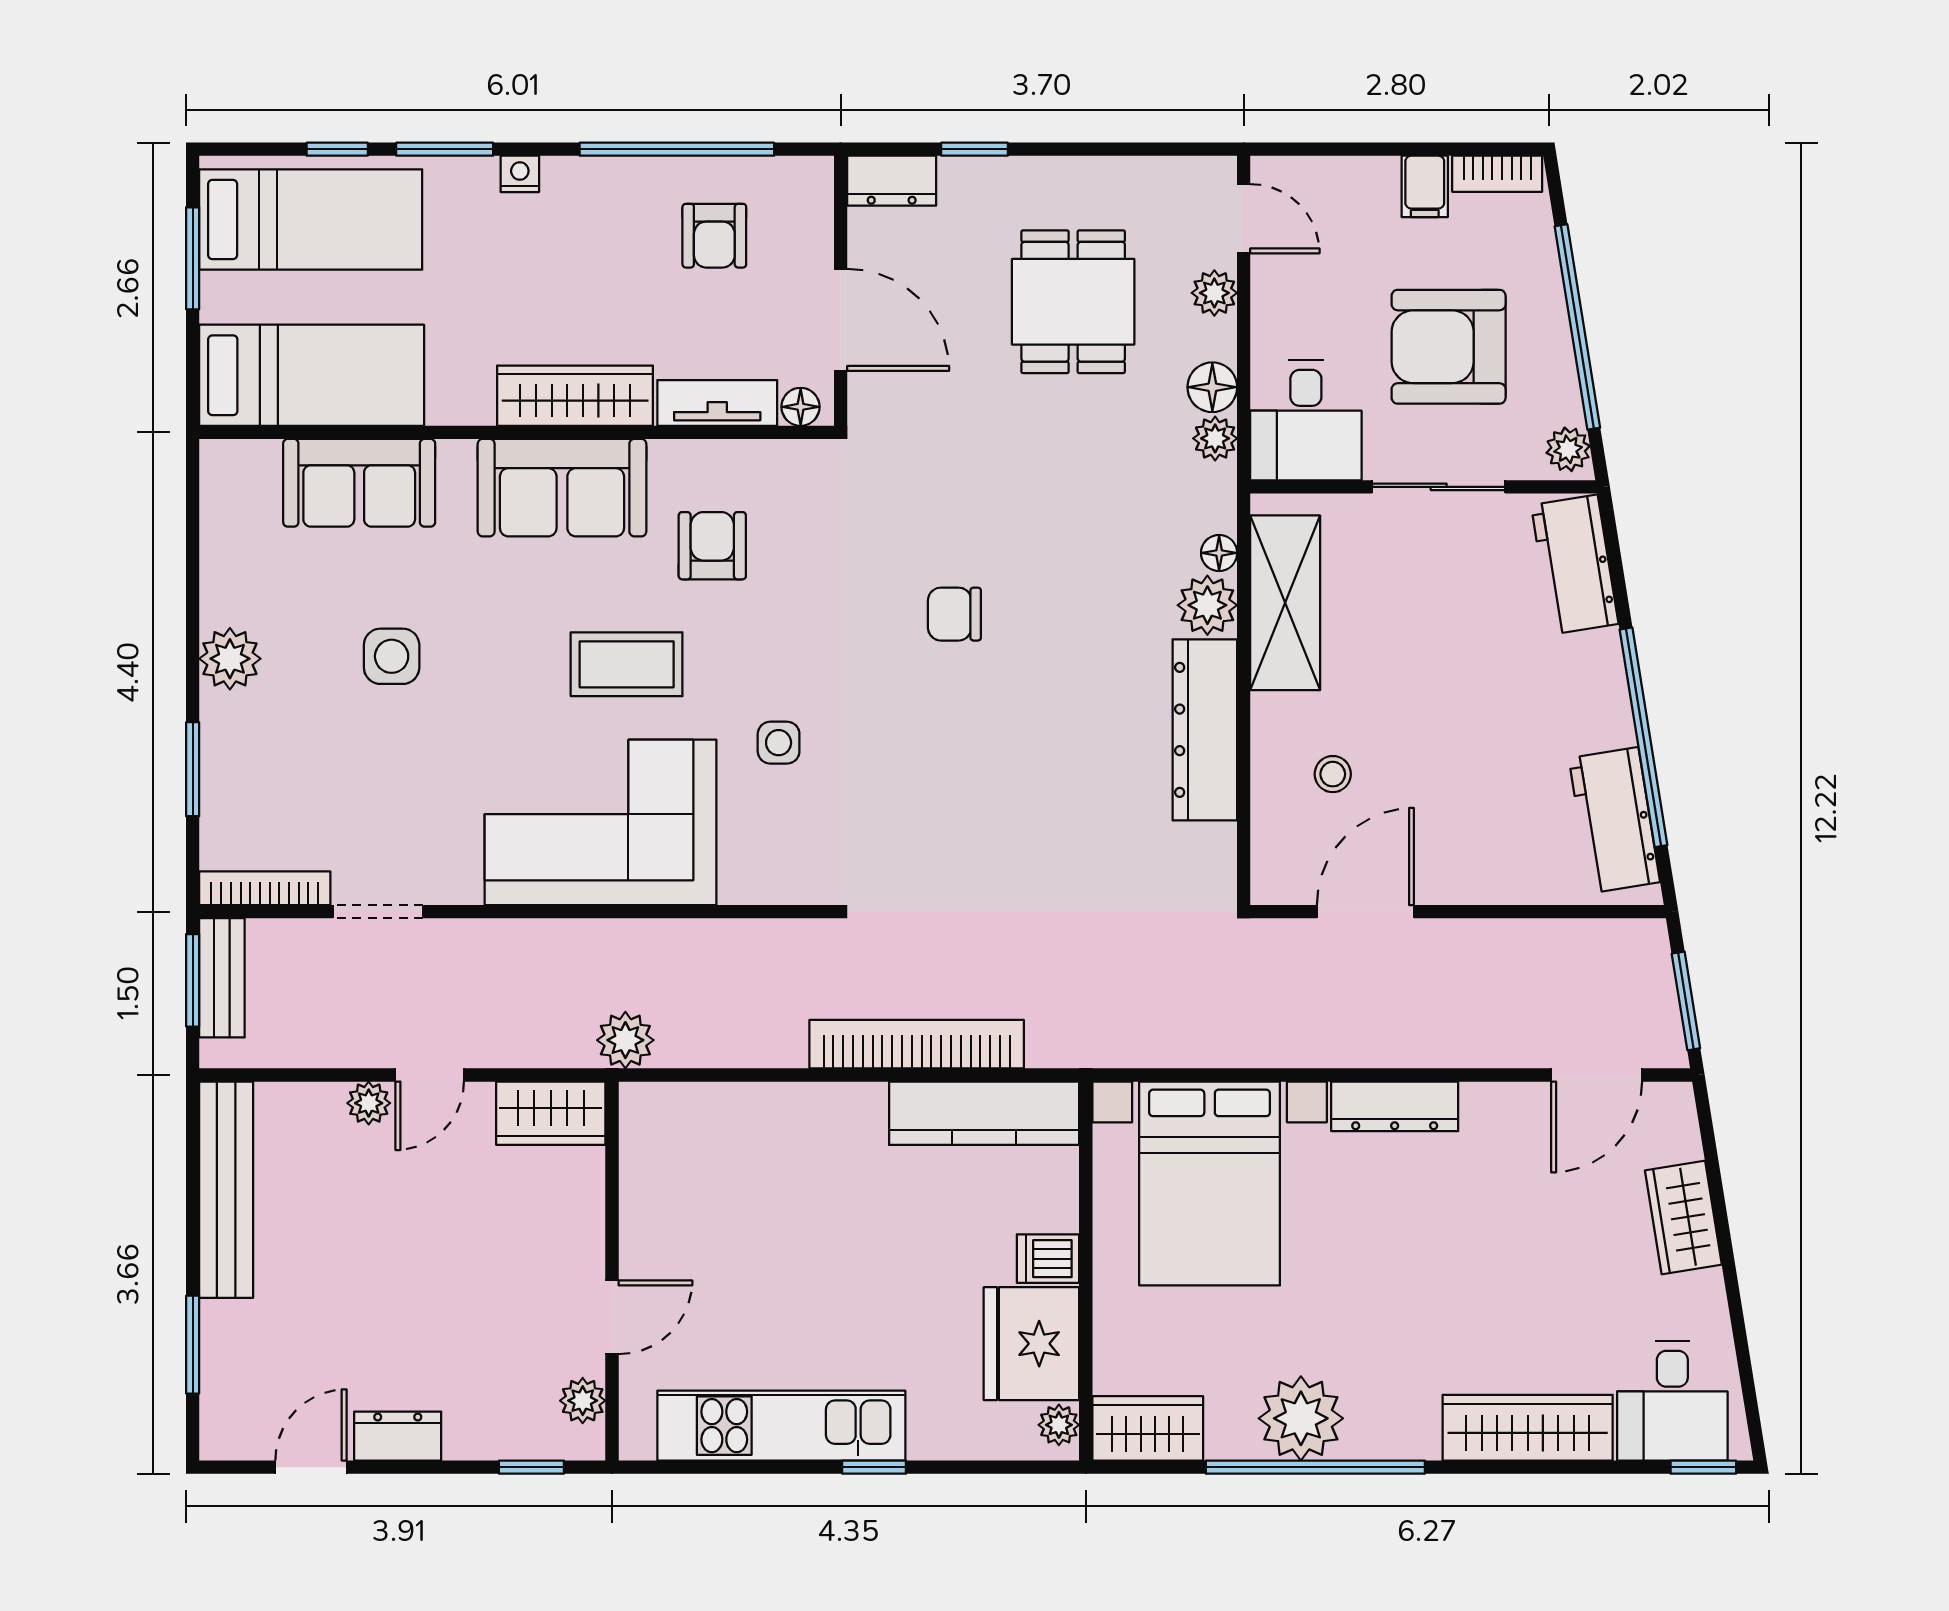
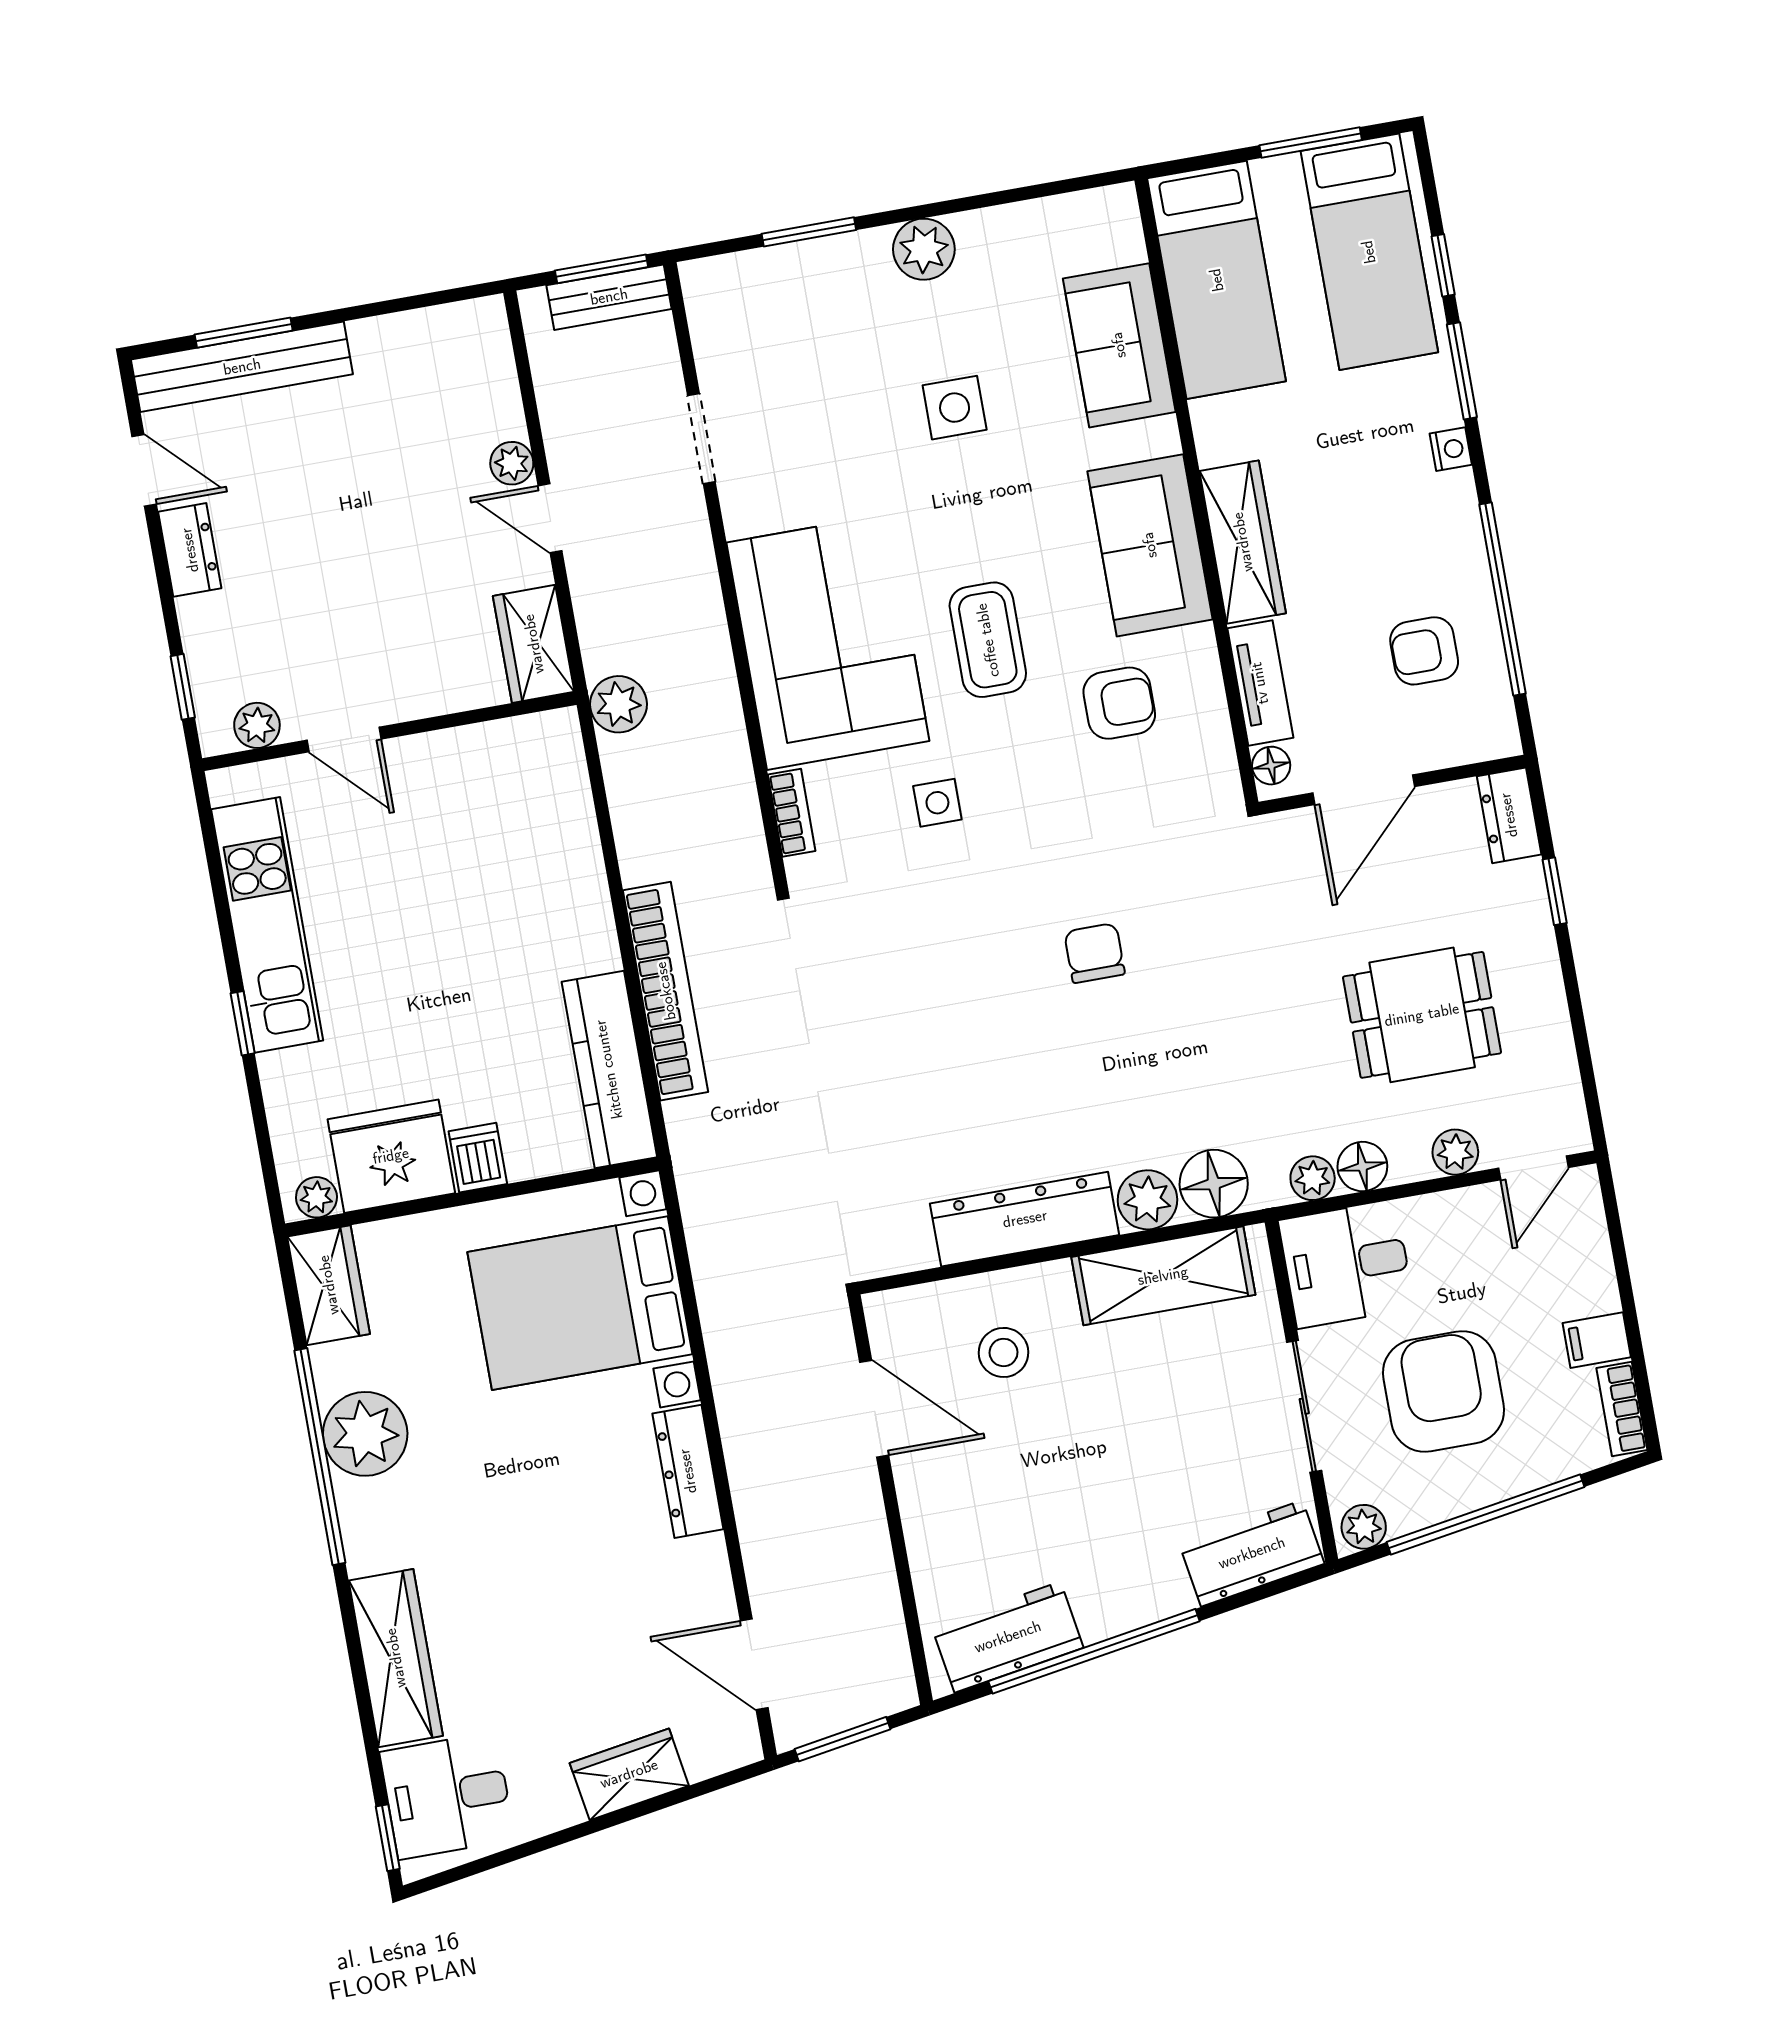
floor lamp: (1219, 553) -> (1214, 1184), width x1.89, depth x1.89
stool: (1333, 774) -> (1004, 1352), width x1.37, depth x1.37
bookcase: (265, 888) -> (792, 813), moved, width x0.64
bench: (226, 1190) -> (242, 367), moved

